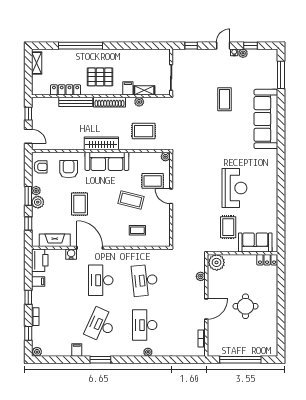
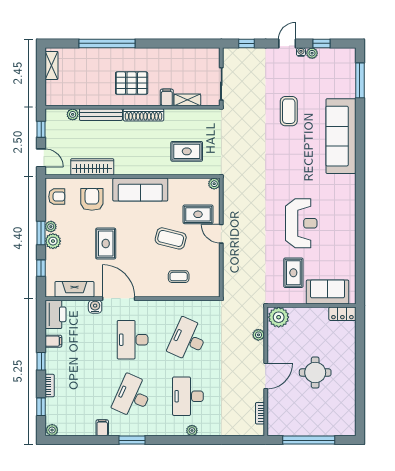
locker: (66, 90) -> (88, 99), removed
plant: (139, 102) -> (73, 114), moved
wardrobe: (101, 143) -> (92, 167), moved
desk: (145, 280) -> (188, 340), turned 30

